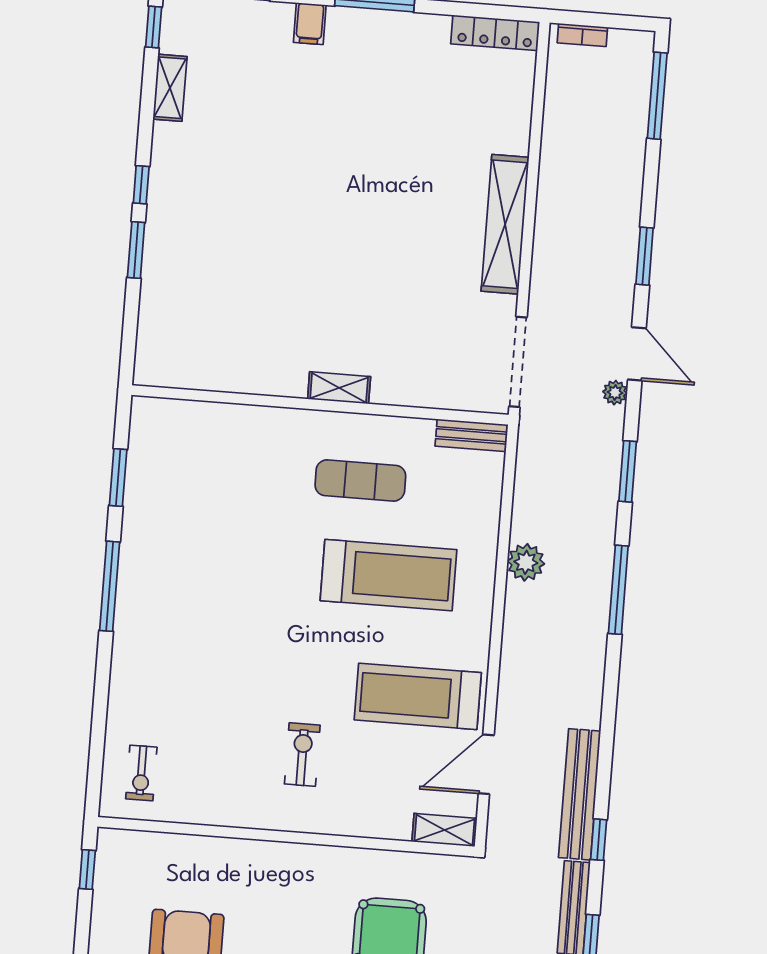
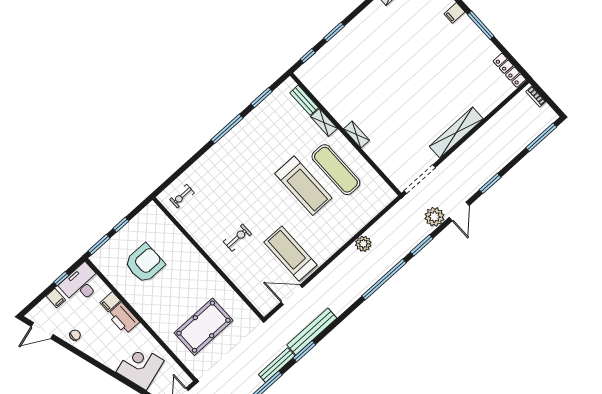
window: (141, 185) -> (308, 56), moved
plant: (615, 393) -> (434, 217), width x1.87, depth x1.87
bench: (472, 435) -> (304, 100), moved
exercise mat: (360, 480) -> (336, 170), width x1.36, depth x1.45
treadmill: (389, 575) -> (303, 186), moved
window: (618, 590) -> (384, 279), width x1.46
shelving: (444, 830) -> (324, 123), moved
window: (599, 840) -> (304, 351), width x1.50
window: (87, 869) -> (121, 225), moved

